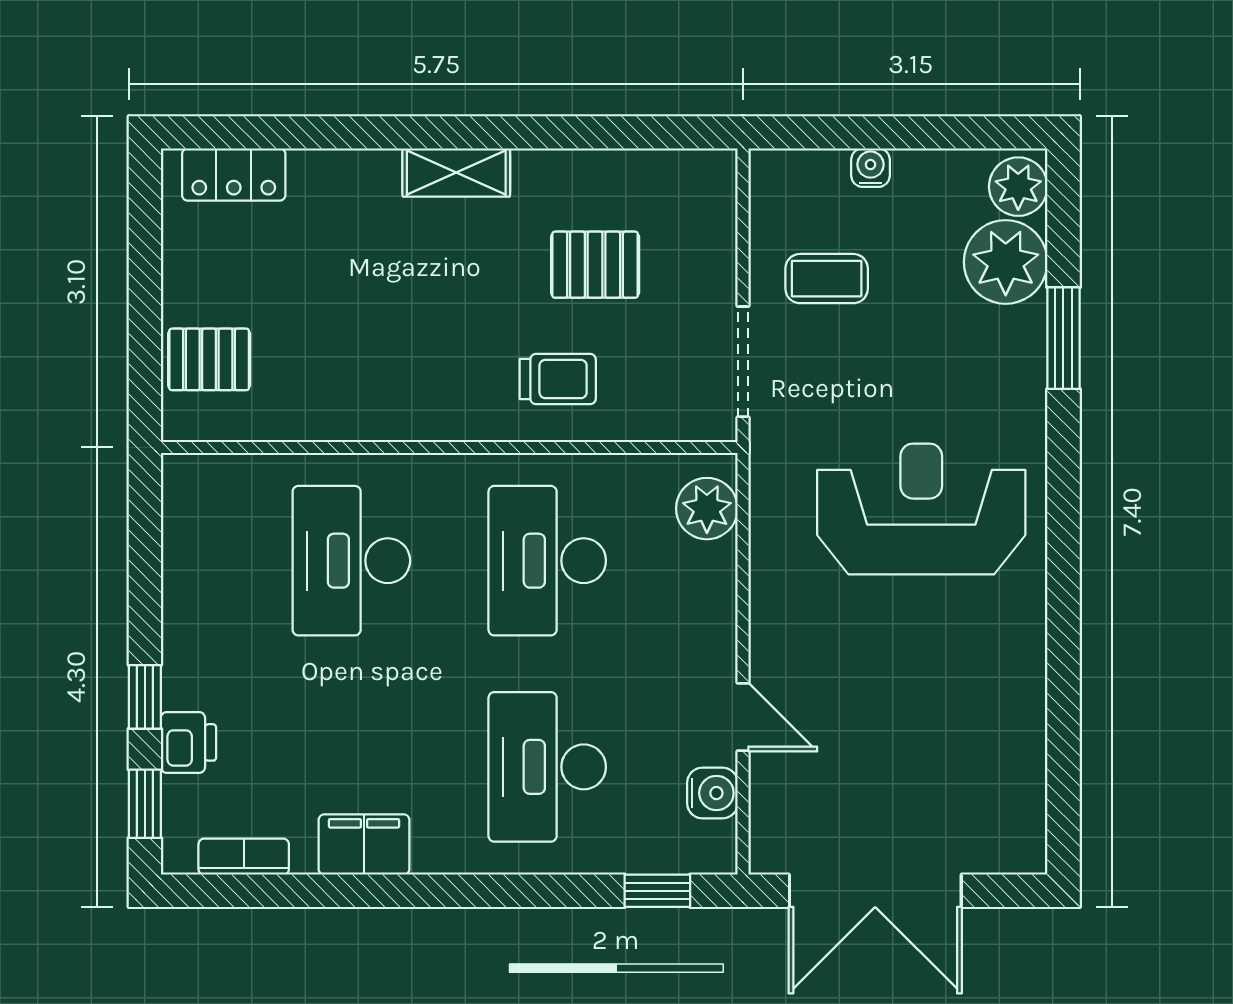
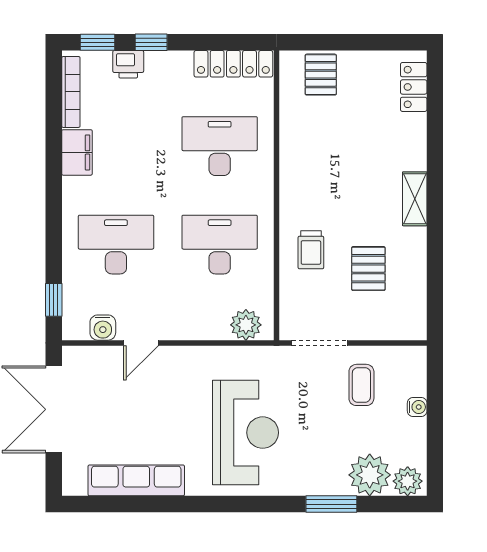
locker: (188, 533) -> (233, 64), added
row of seats: (1017, 727) -> (136, 480), added
bookcase: (244, 857) -> (71, 92), width x1.56

